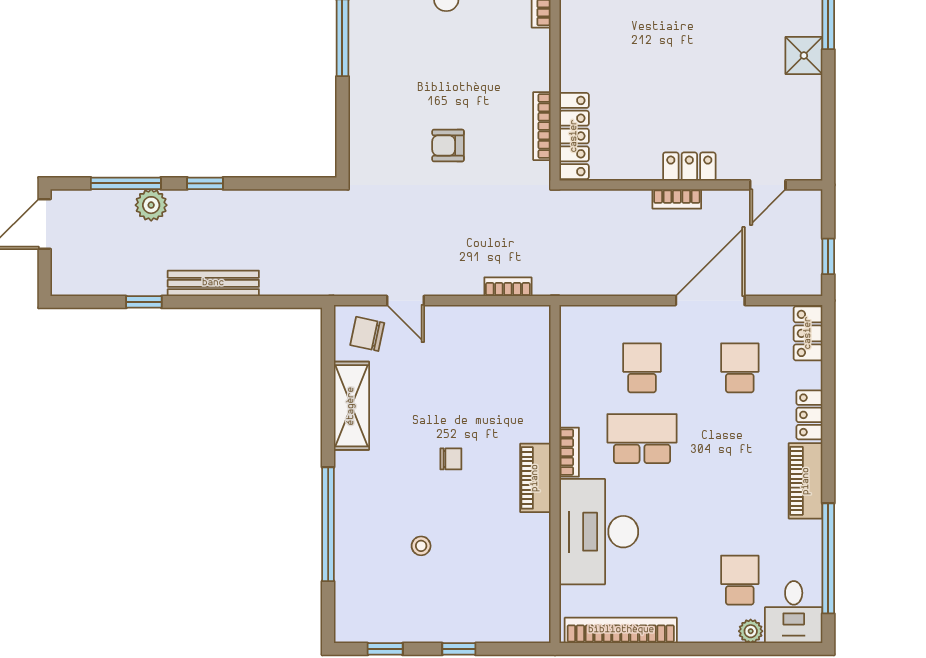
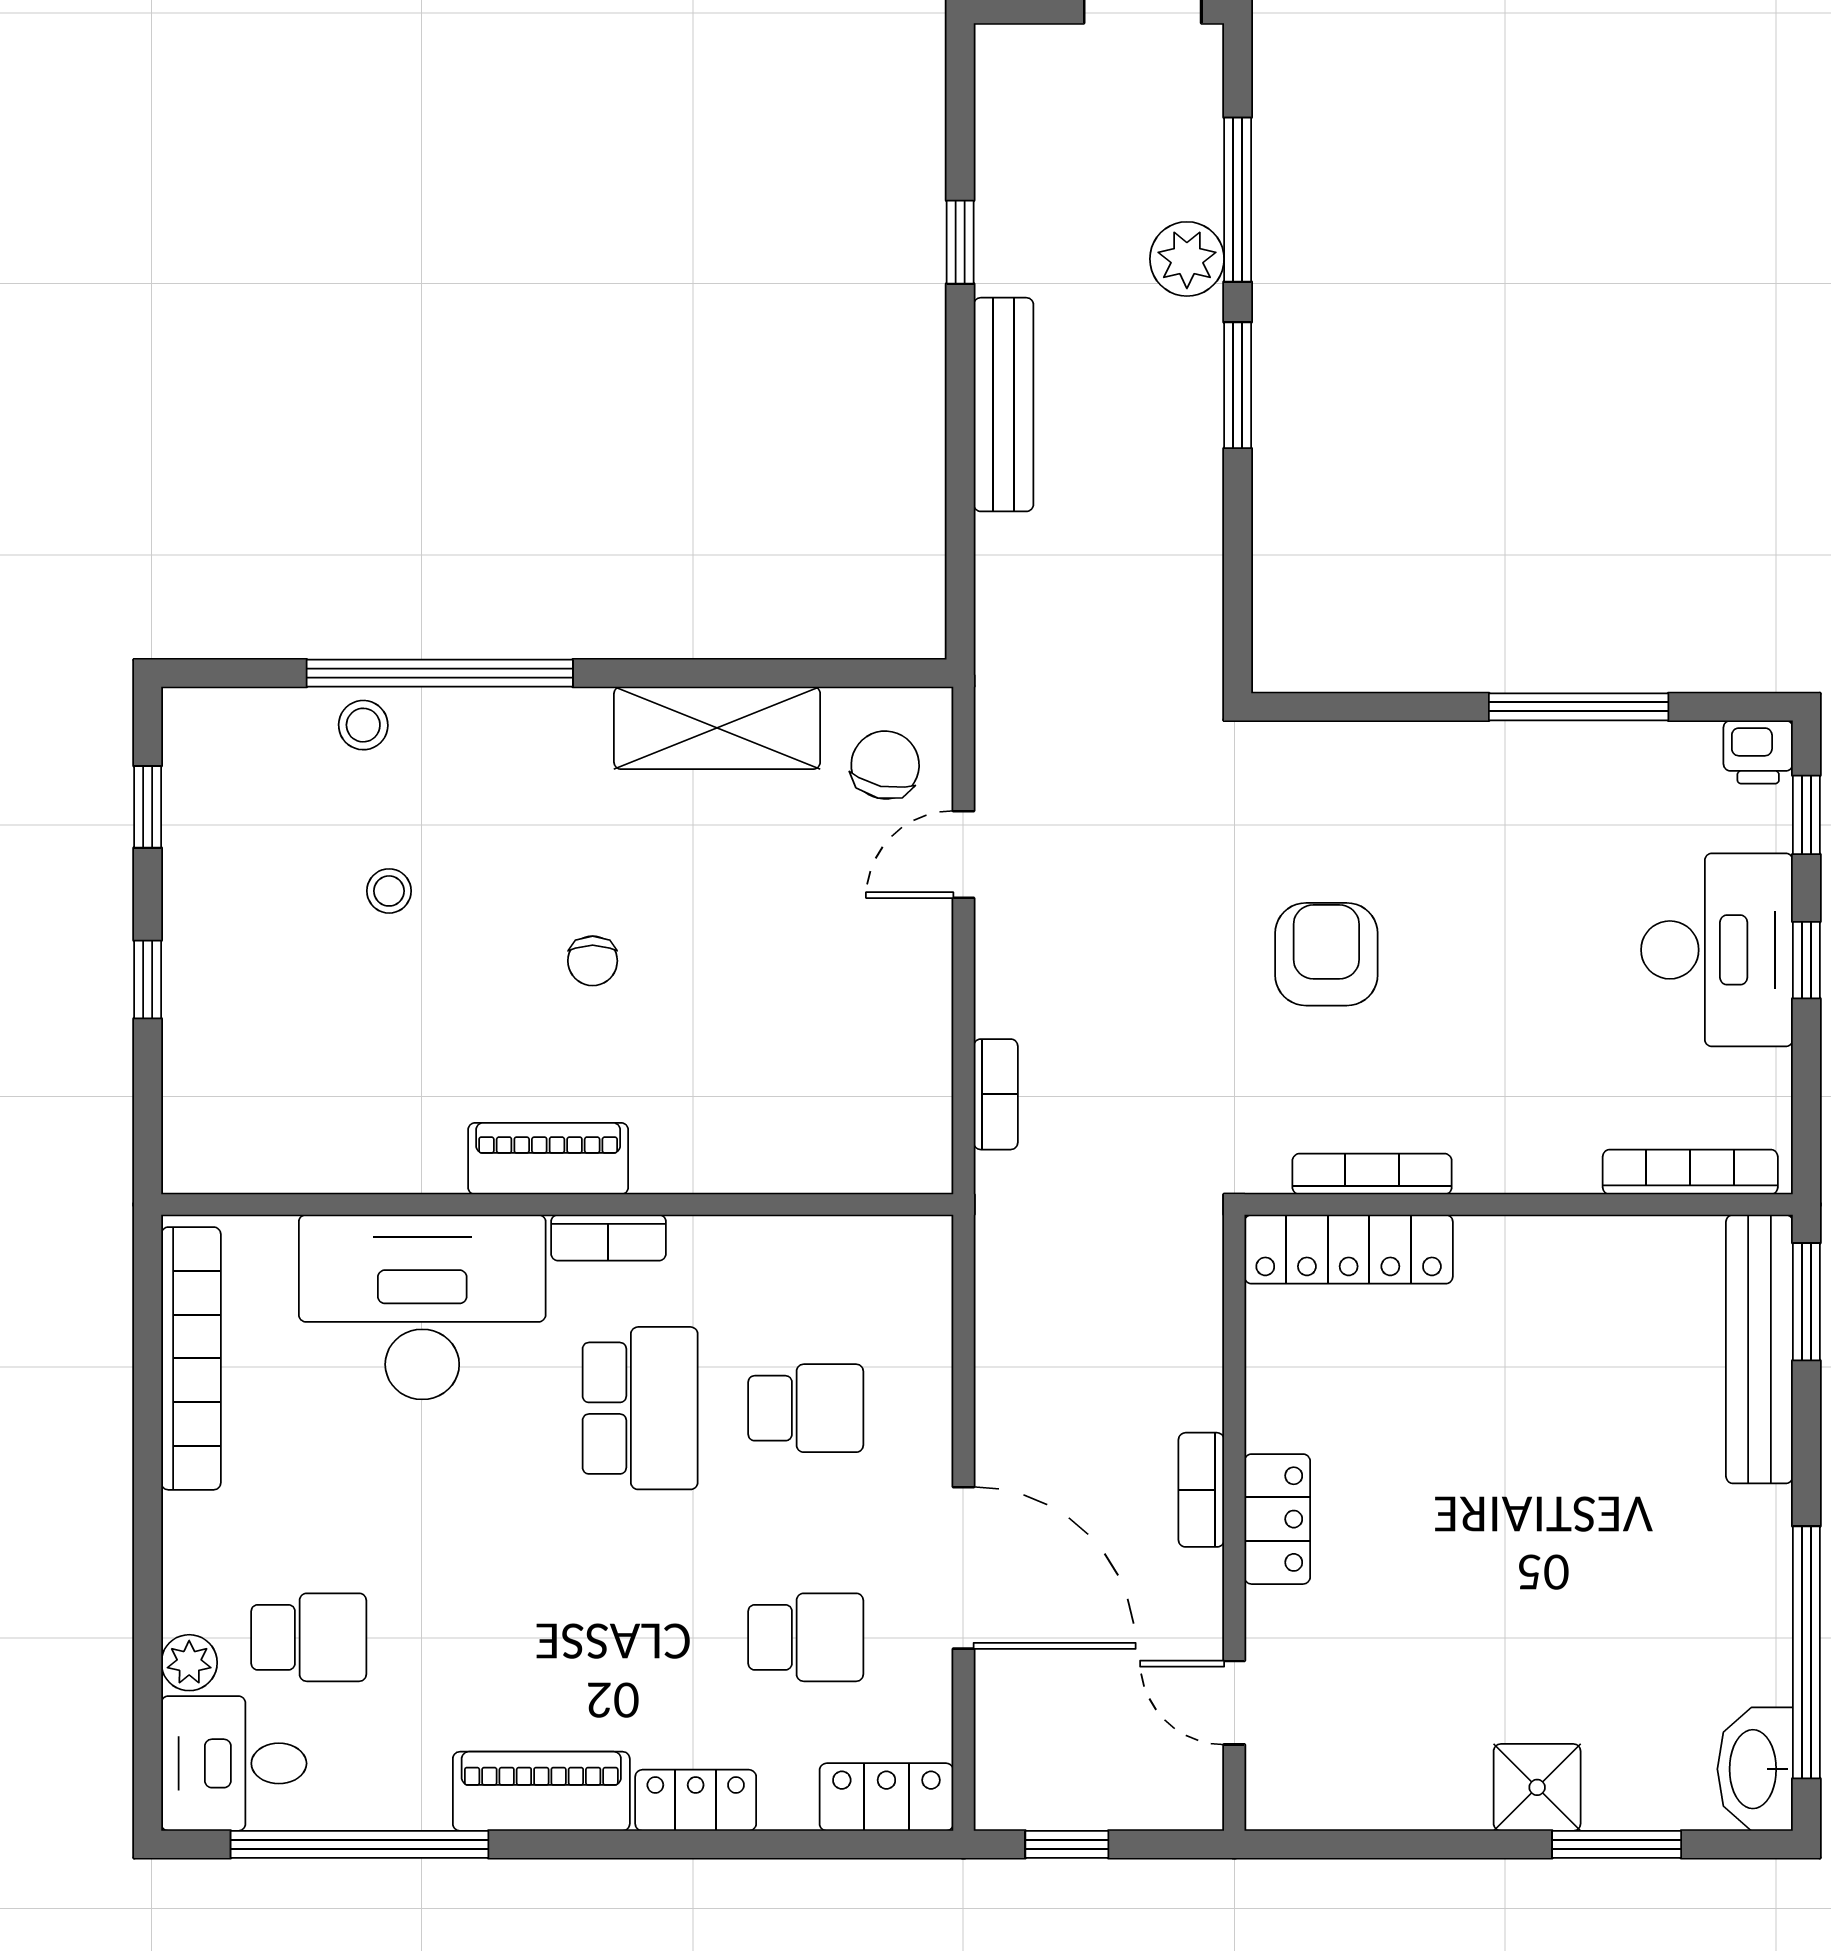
armchair: (448, 146) -> (1326, 954), width x1.38, depth x1.38
window: (205, 183) -> (1238, 385), width x1.50
stool: (350, 557) -> (363, 725), added

